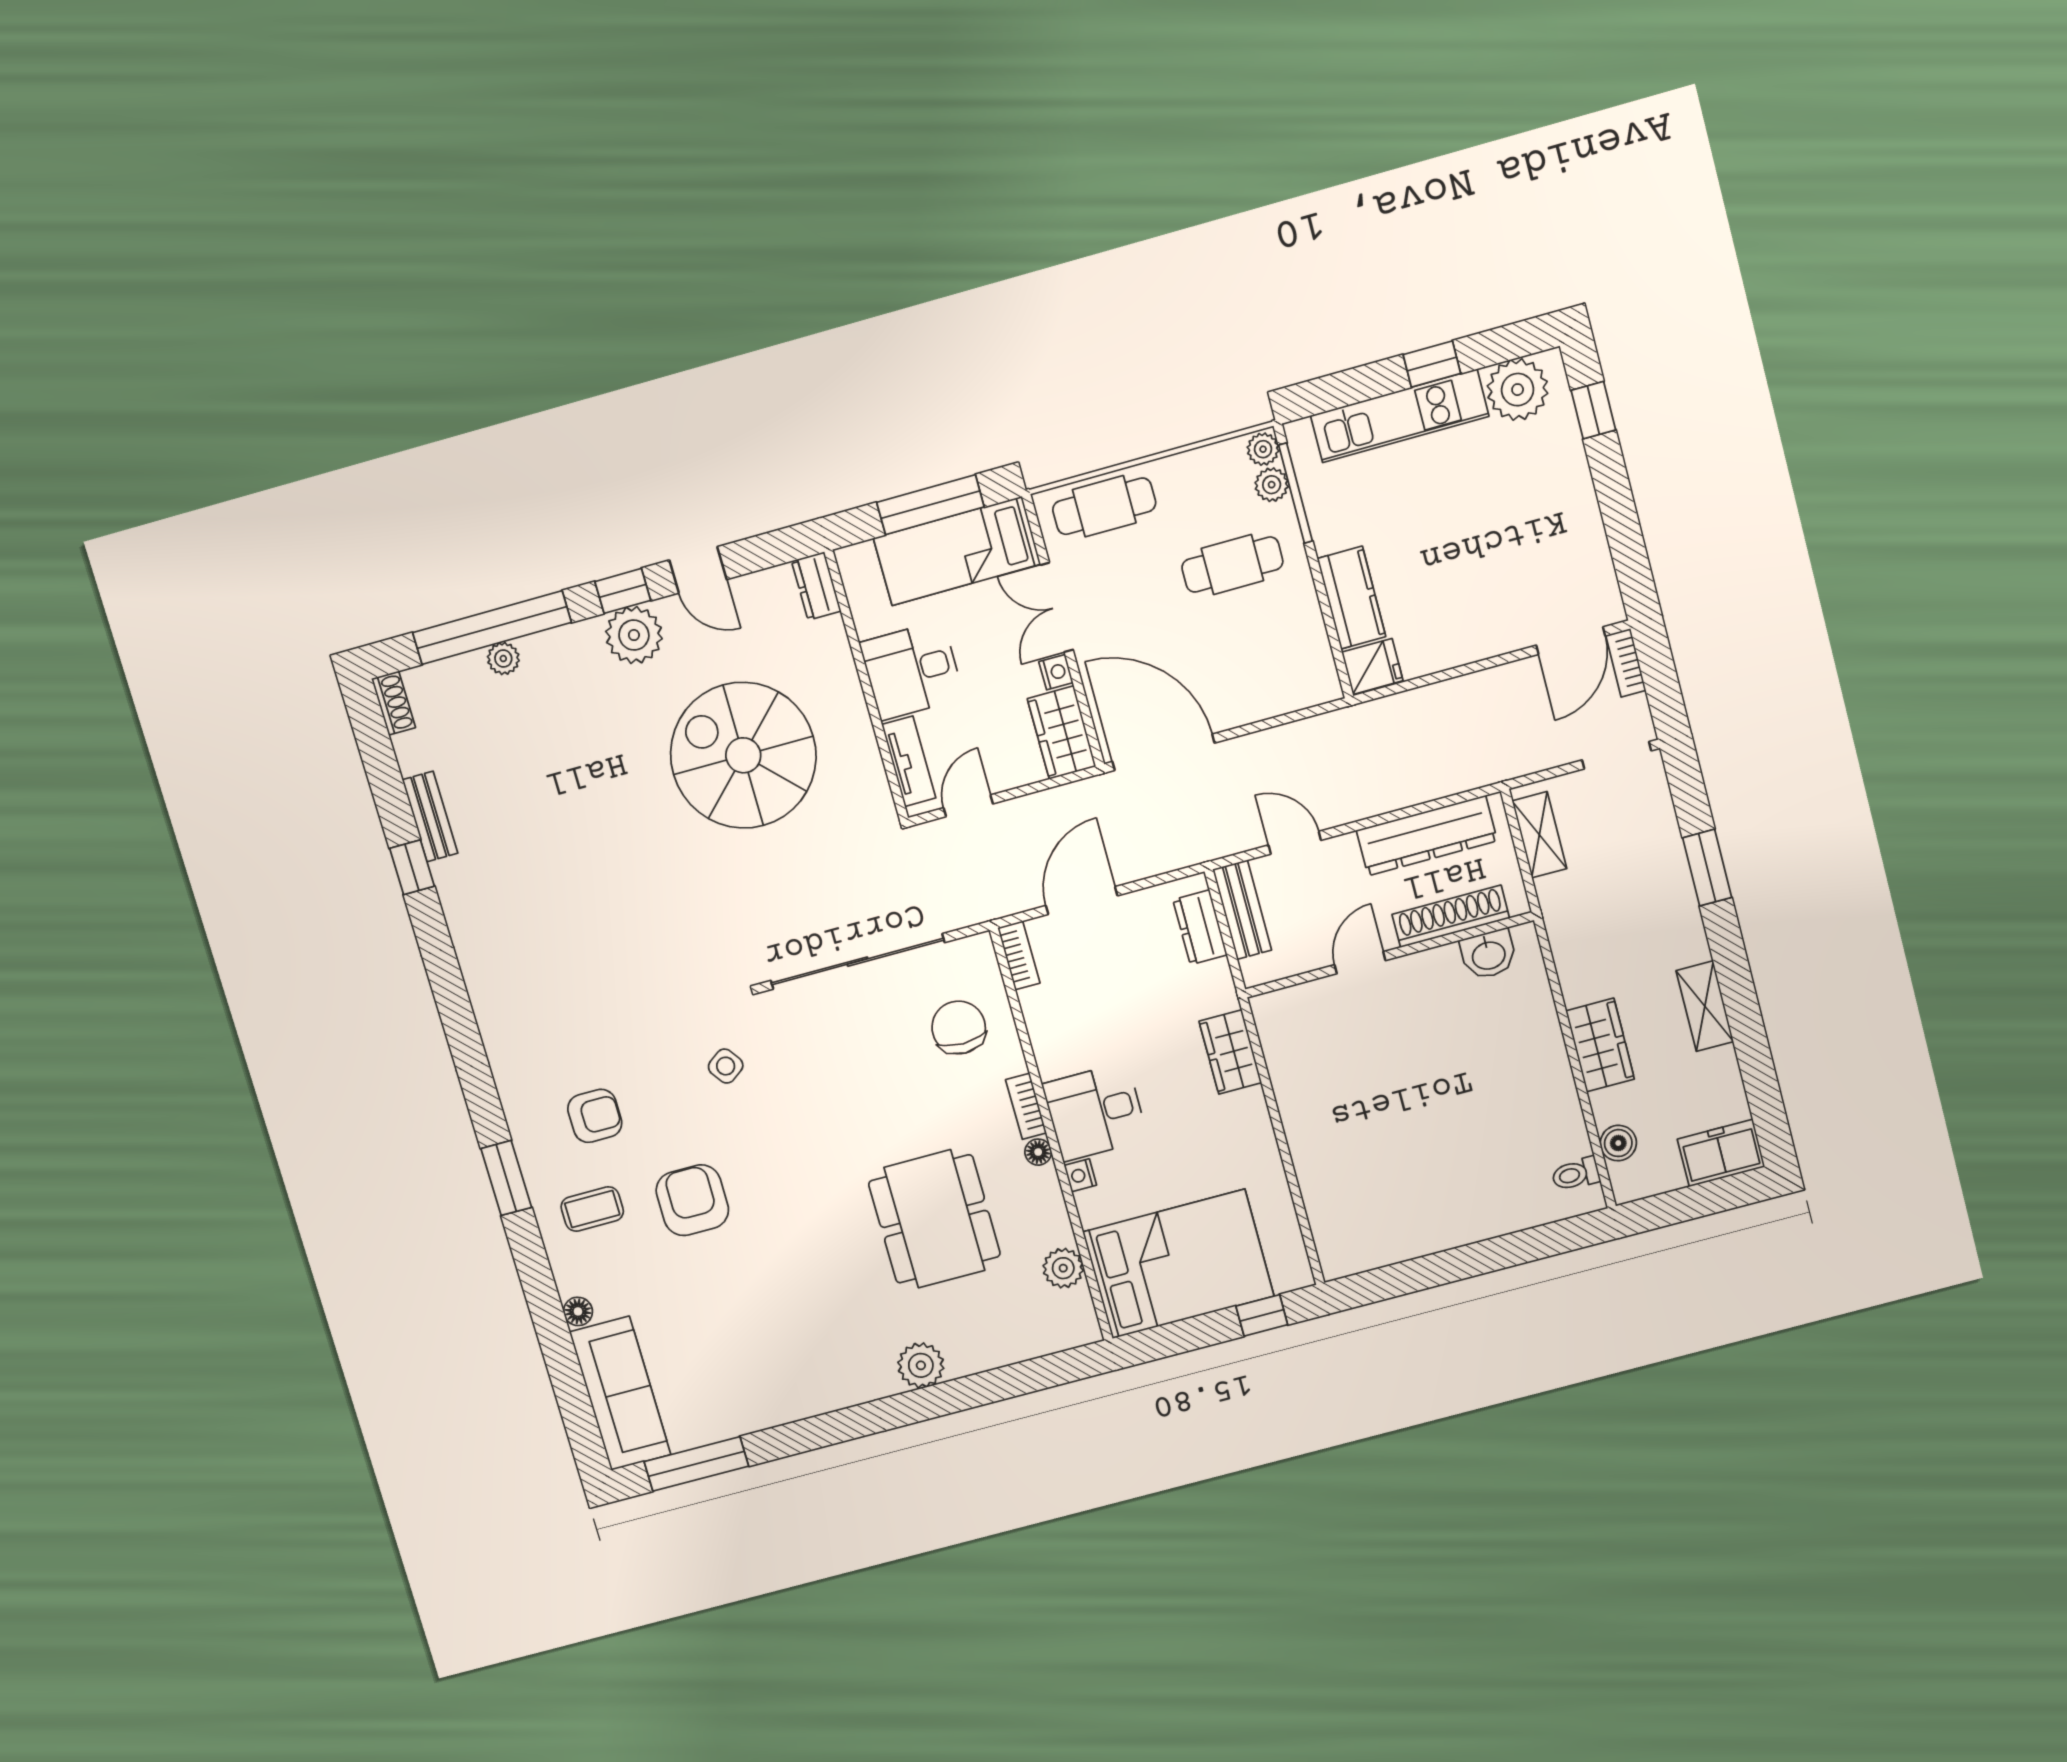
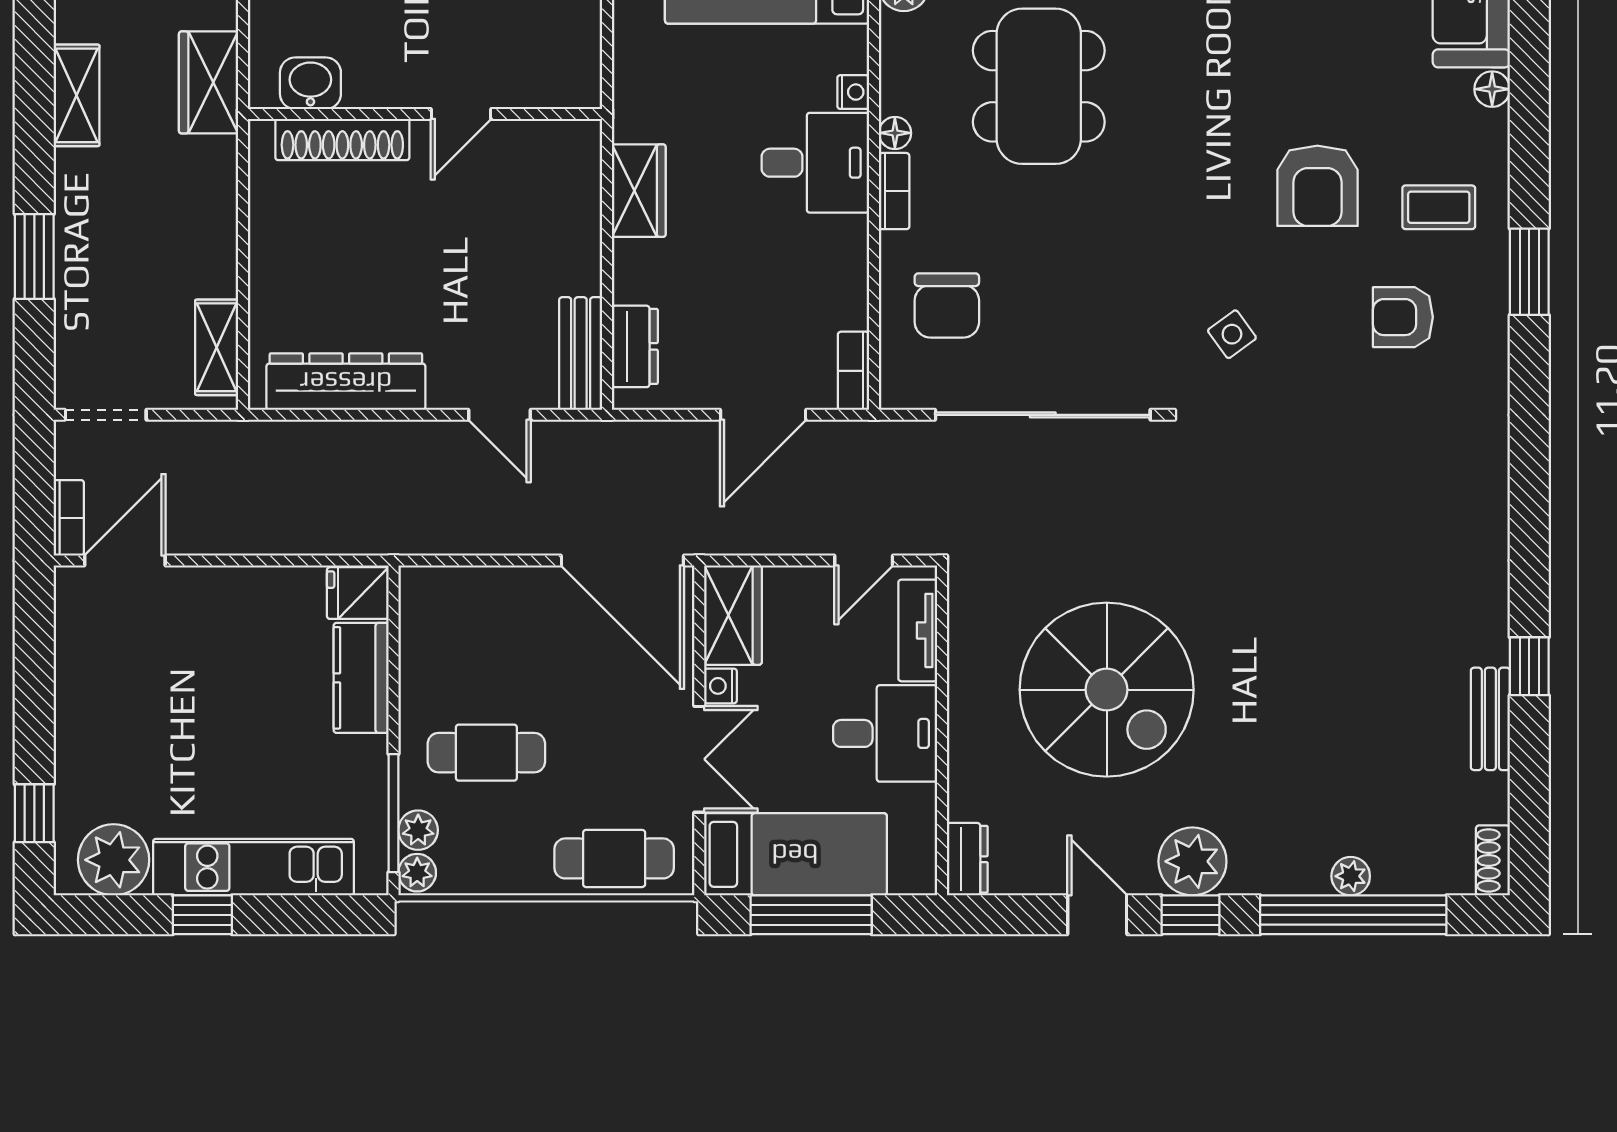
shoe rack: (1451, 916) -> (342, 139), moved
washbasin: (1488, 954) -> (310, 83), moved
wall: (1389, 955) -> (425, 114), moved
door: (1360, 963) -> (461, 114), moved

